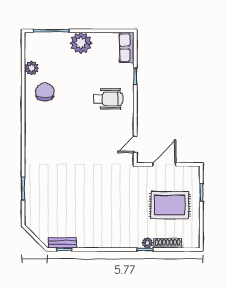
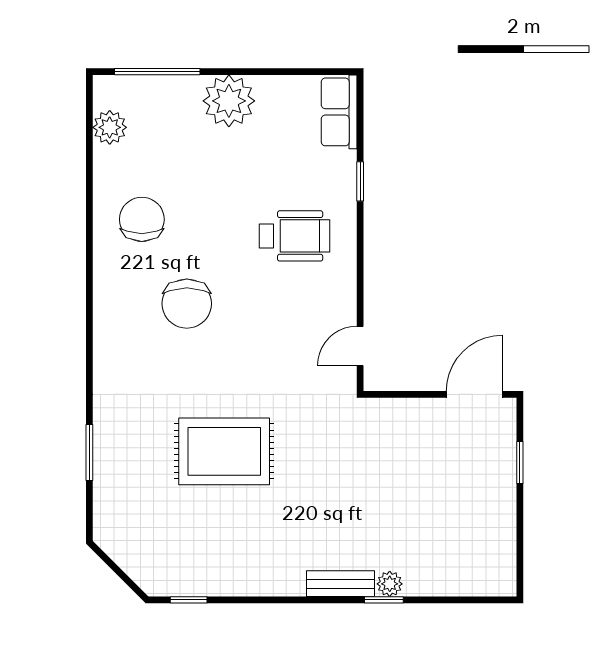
plant: (32, 68) -> (110, 127), moved
chair: (63, 127) -> (187, 304), added
door: (164, 164) -> (474, 394), moved
rug: (170, 205) -> (224, 451), moved
bench: (62, 243) -> (340, 584), moved
shoe rack: (168, 243) -> (438, 585), removed

